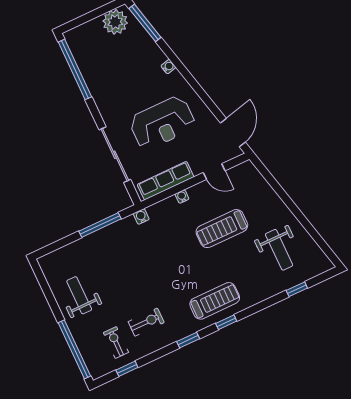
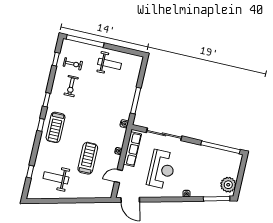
reception desk: (162, 123) -> (162, 169), turned 180

